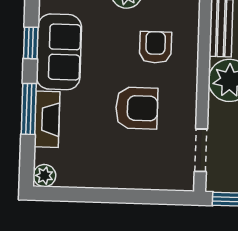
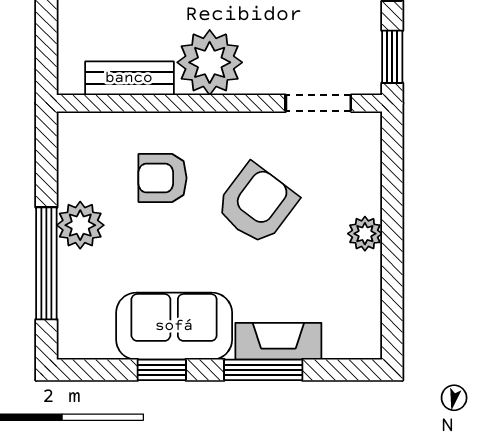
armchair: (137, 108) -> (257, 204), turned 37
plant: (44, 176) -> (365, 234), moved

